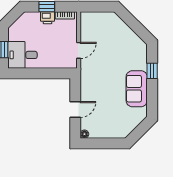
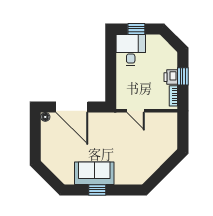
window: (152, 71) -> (97, 190), moved
door: (75, 109) -> (72, 107), width x1.88

